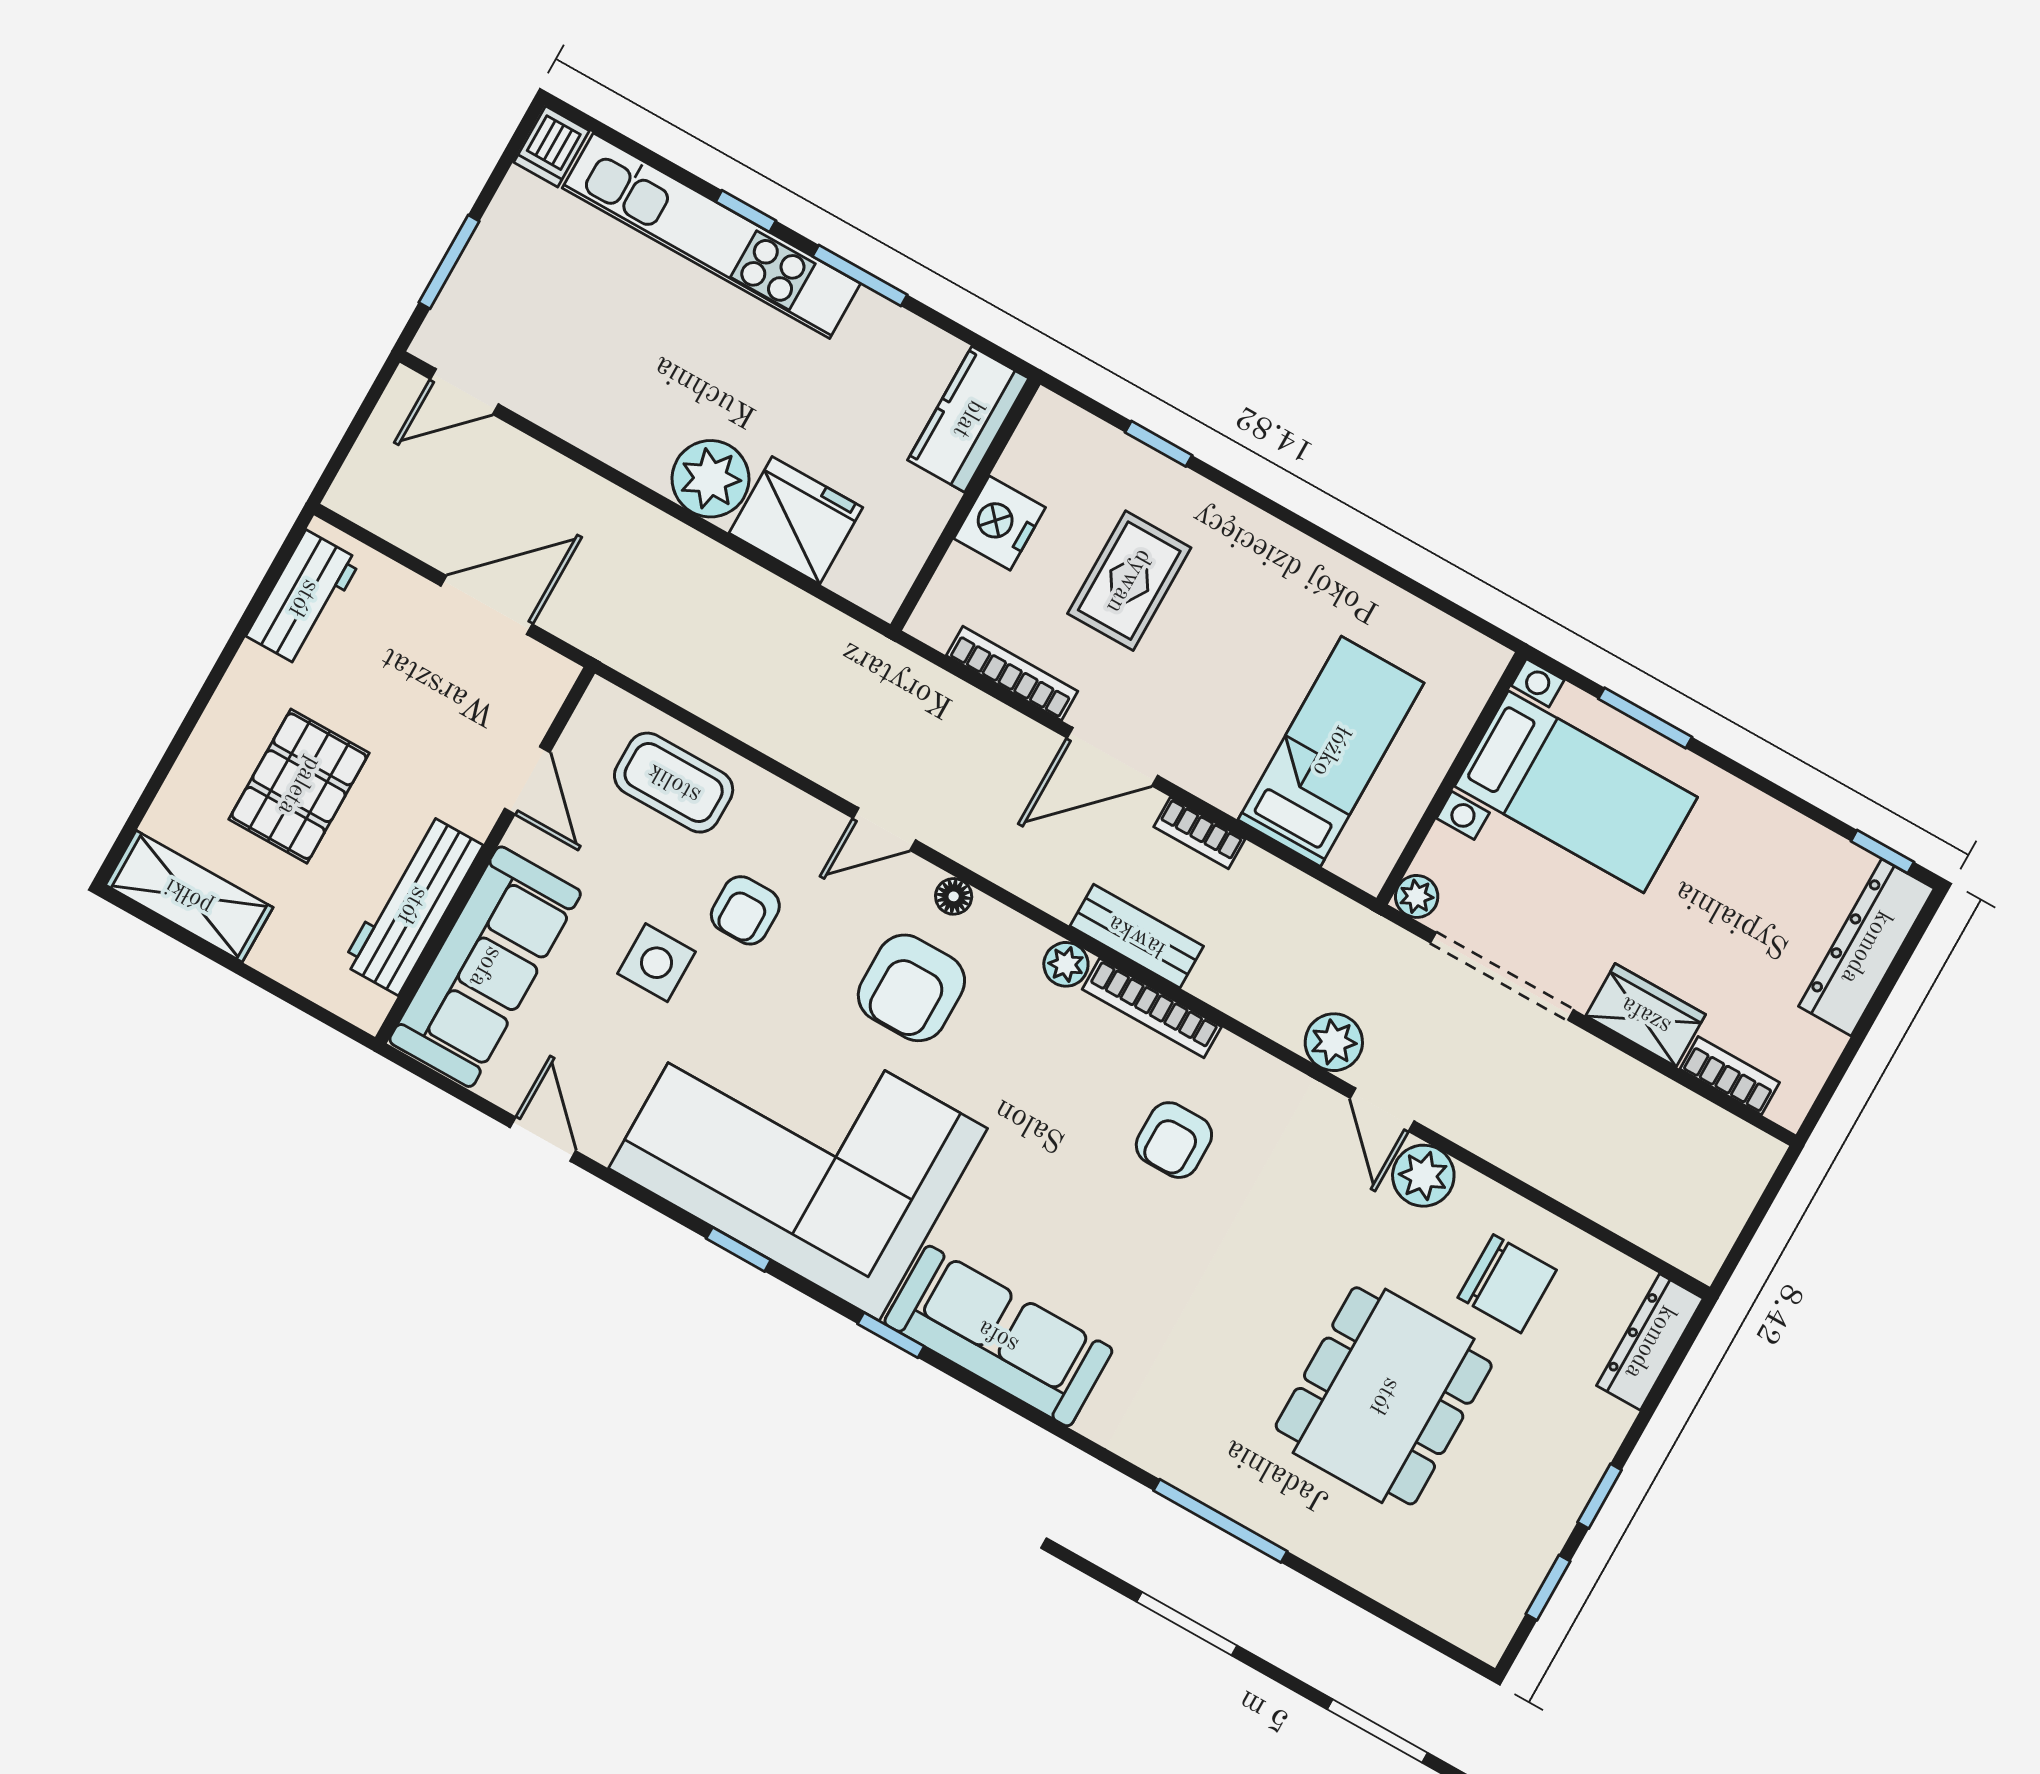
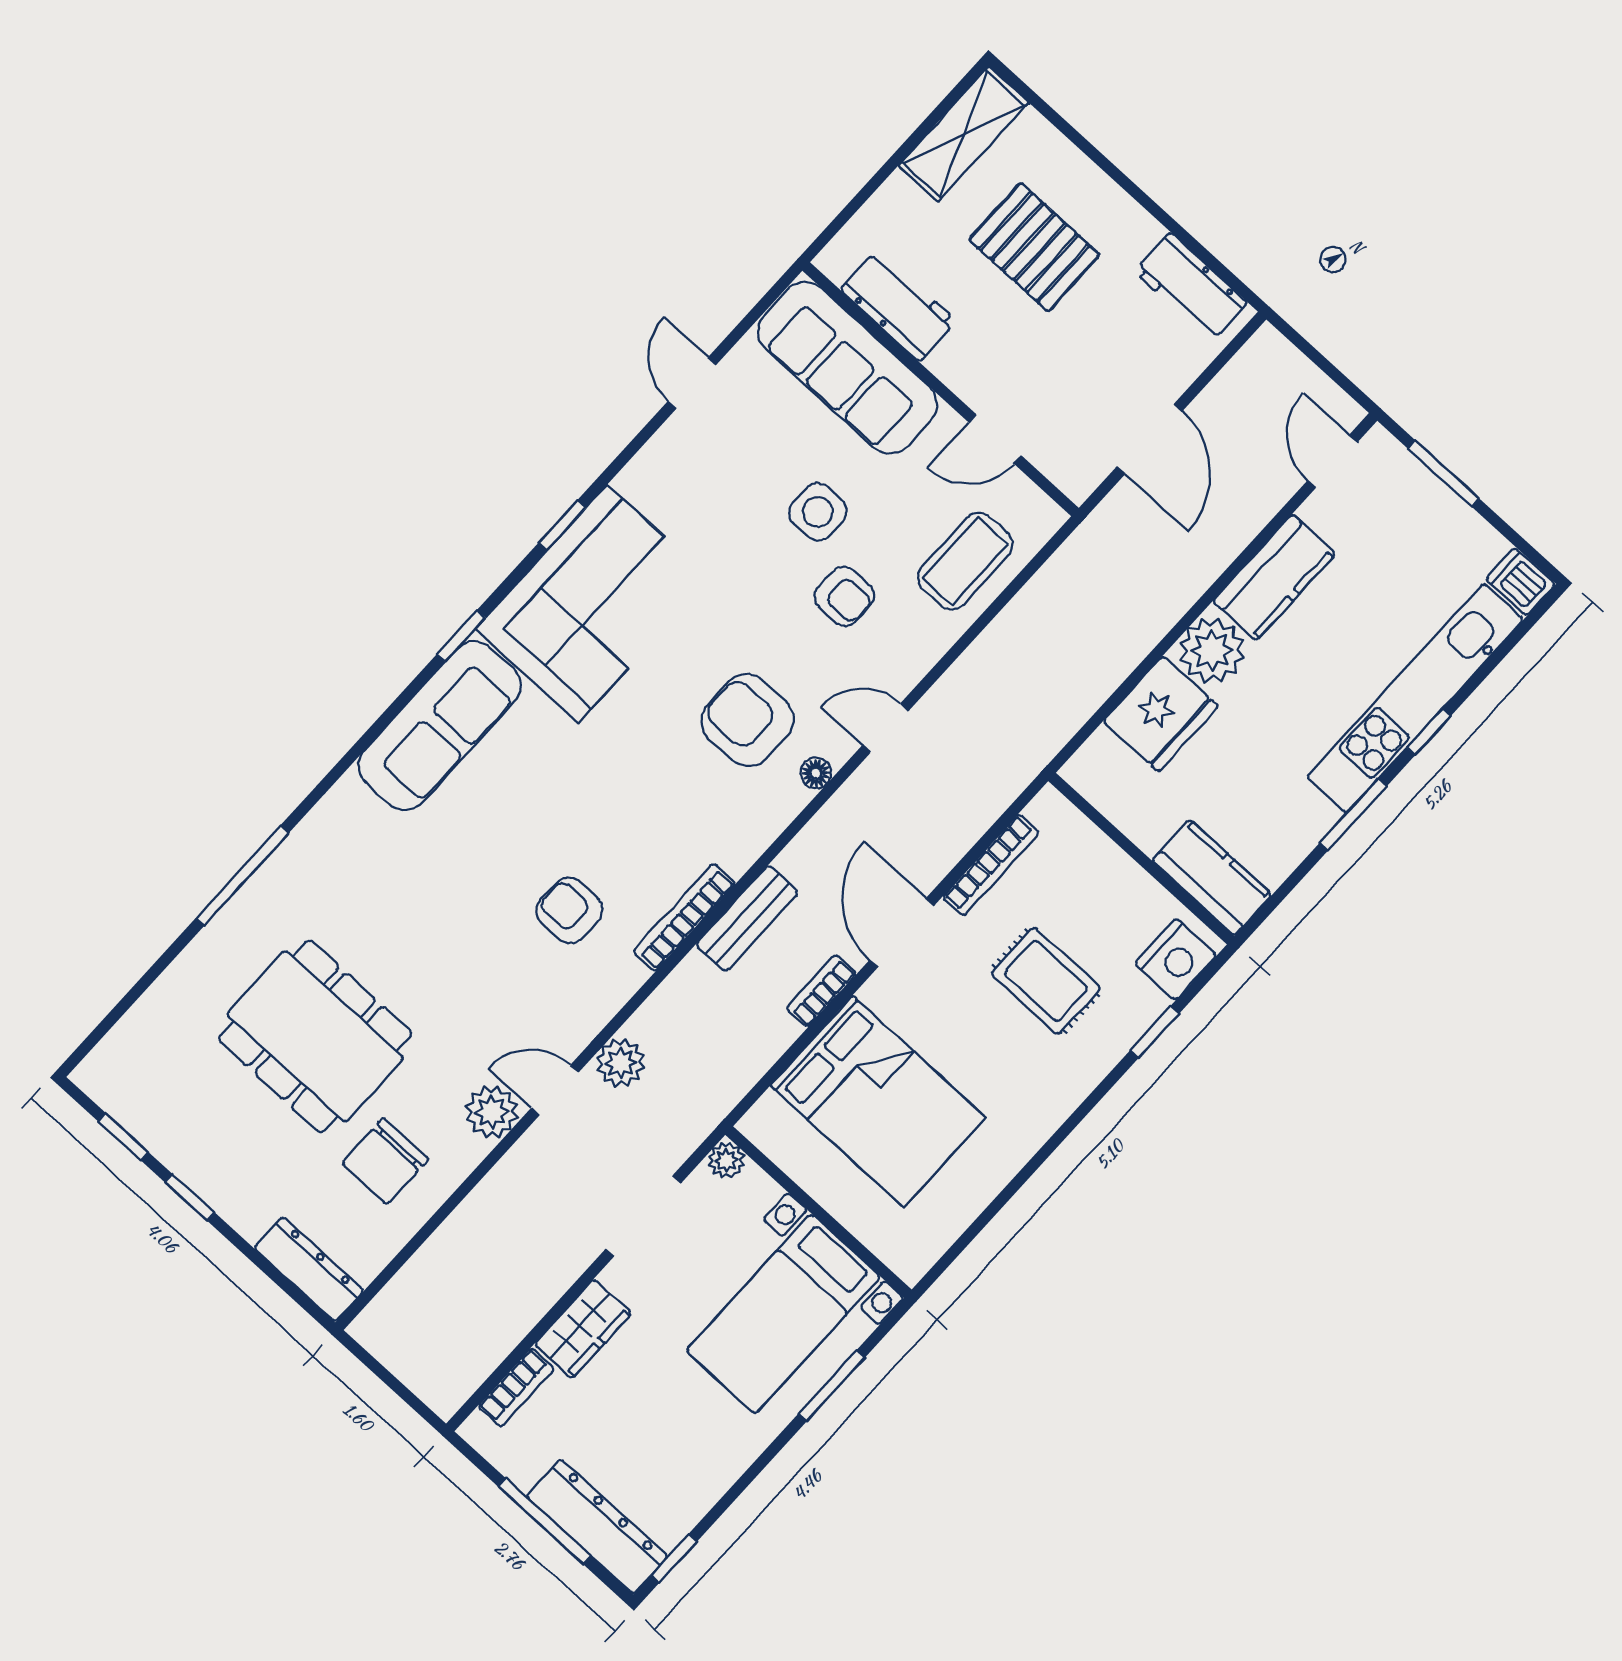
kitchen counter: (611, 427) -> (1274, 577), added
nightstand: (1000, 523) -> (1176, 959), moved, turned 90
bed: (1331, 751) -> (878, 1102), width x1.50
door: (884, 829) -> (885, 728), hinge flipped
workbench: (412, 905) -> (898, 305), width x0.73
armchair: (745, 910) -> (844, 596), turned 180
plant: (1066, 964) -> (737, 854), removed
doorway: (1502, 976) -> (643, 1216), width x0.73
window: (1874, 1009) -> (544, 1521), added
door: (543, 1139) -> (692, 383), swing flipped
corner sofa: (798, 1148) -> (593, 604), width x0.73, depth x0.74

